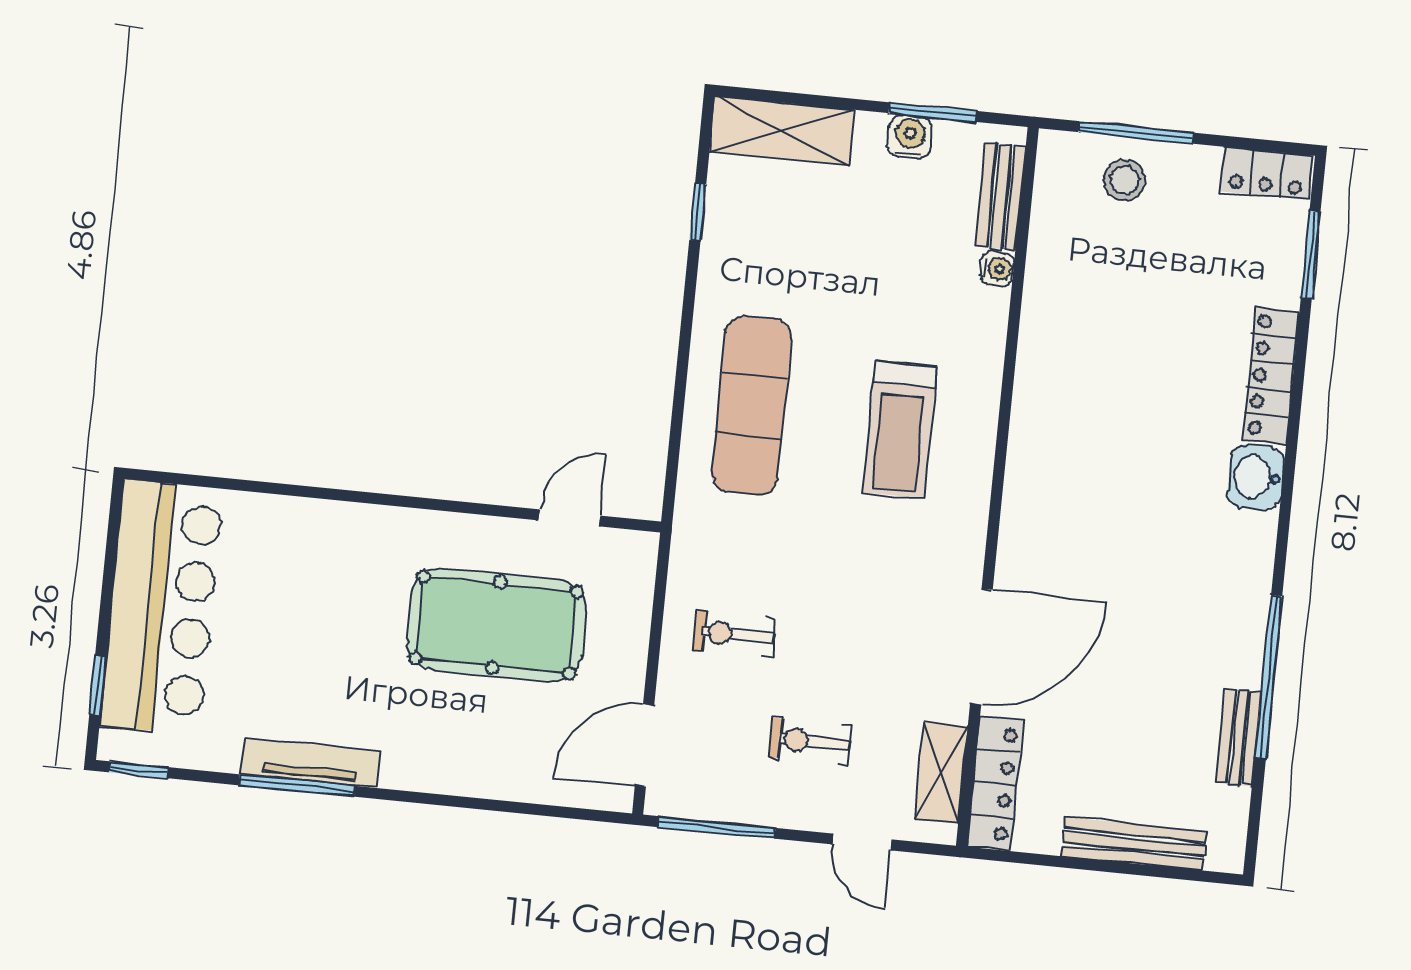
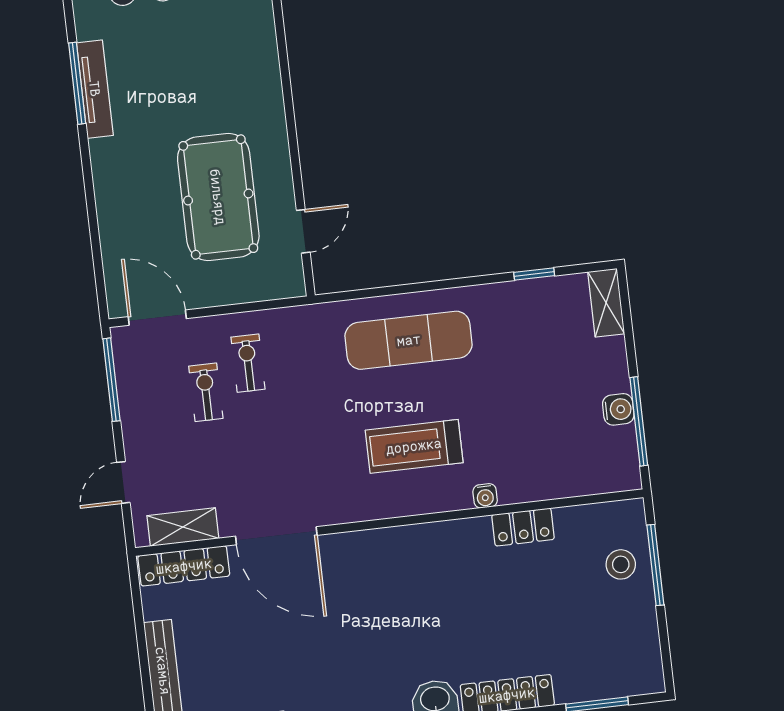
window: (933, 112) -> (639, 421), width x1.44
shelving: (782, 131) -> (606, 303), width x0.67, depth x0.75
locker: (1267, 173) -> (523, 527), moved, turned -90
bench: (1001, 196) -> (591, 481), removed
water cooler: (997, 269) -> (485, 496), moved
door: (569, 518) -> (303, 231), hinge flipped
exercise bike: (810, 741) -> (206, 392), moved

